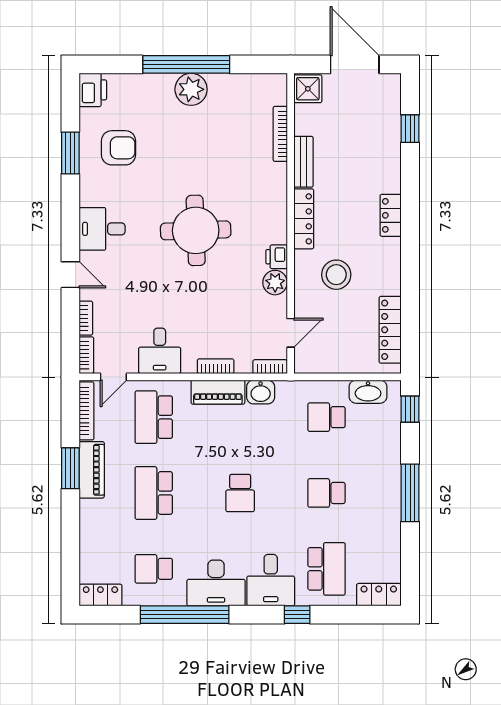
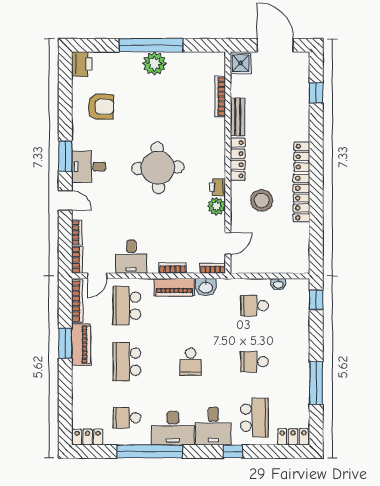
window: (70, 153) -> (65, 156), moved
locker: (390, 330) -> (301, 198), moved
washbasin: (368, 392) -> (278, 284), width x0.52, depth x0.69
window: (410, 493) -> (316, 383), moved

